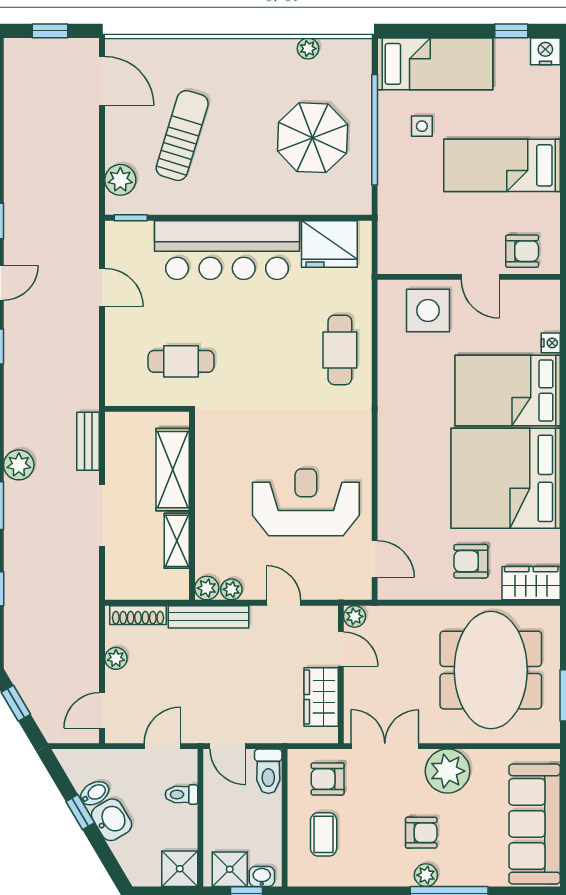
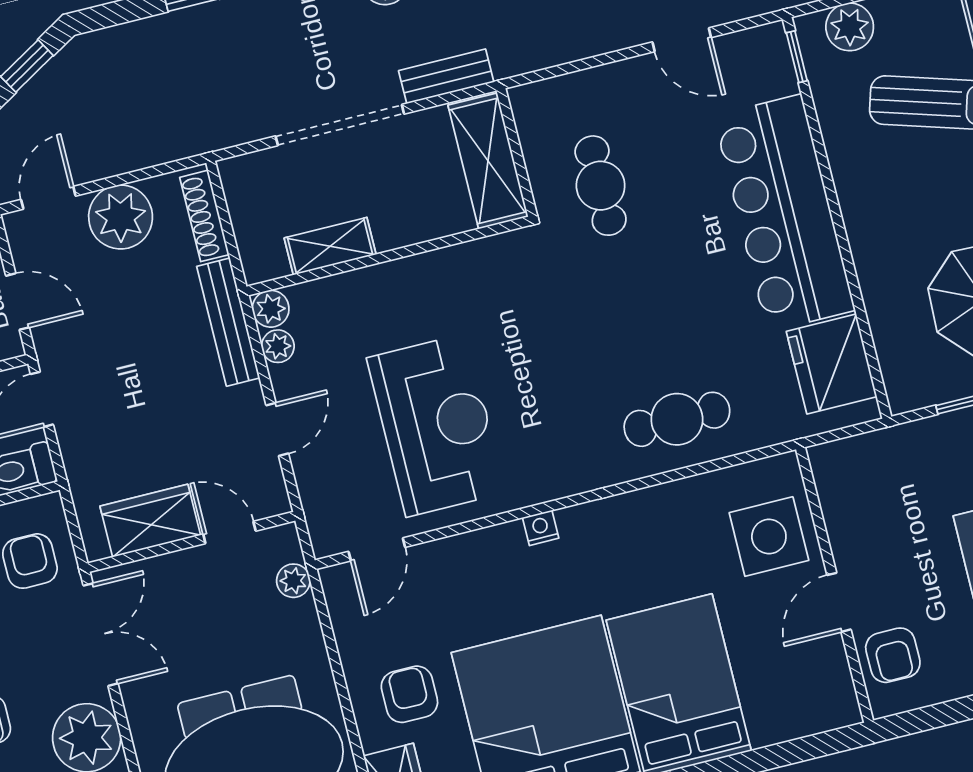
door: (102, 287) -> (682, 40), hinge flipped
nightstand: (551, 343) -> (541, 528), moved, turned 180
shelving: (173, 470) -> (488, 161), moved, turned 90
doorway: (102, 516) -> (340, 125), width x1.36
plant: (355, 616) -> (293, 581), moved
door: (341, 649) -> (229, 532), swing flipped
plant: (116, 658) -> (121, 217), width x1.87, depth x1.87
door: (102, 710) -> (48, 198), hinge flipped

